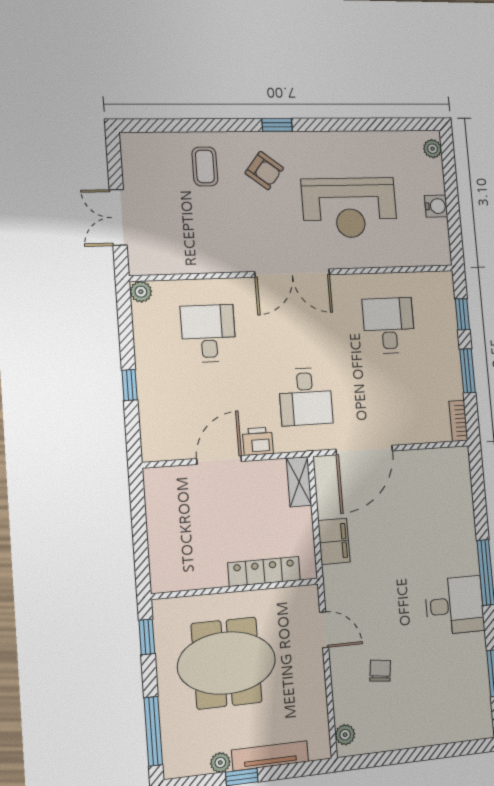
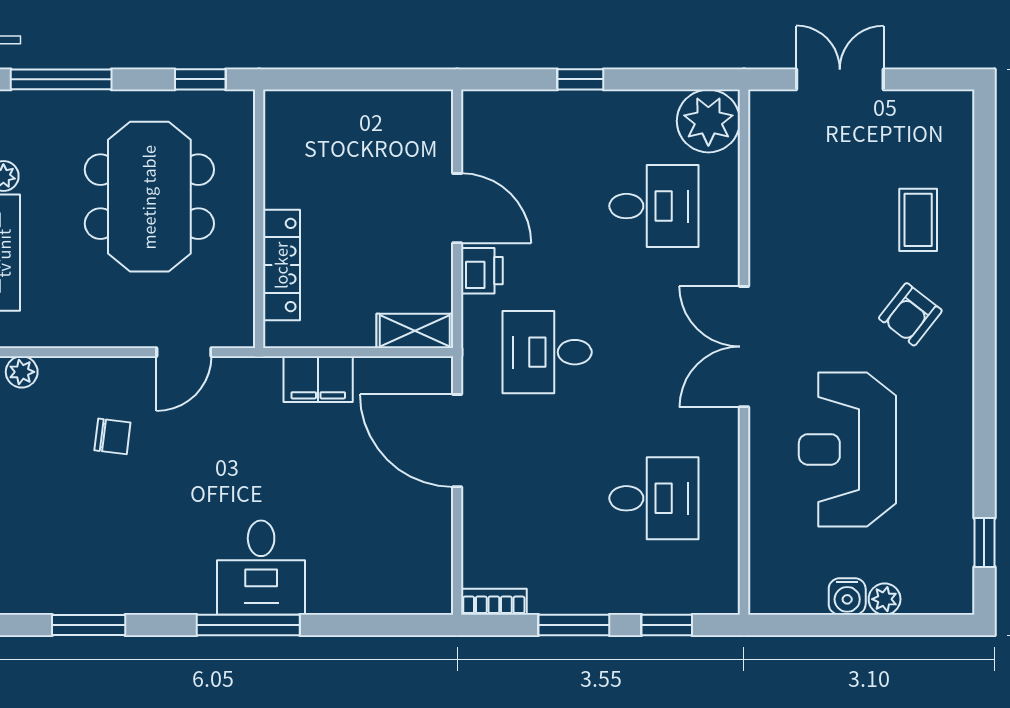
window: (277, 125) -> (984, 542), moved
plant: (433, 149) -> (885, 599), moved
coffee table: (205, 166) -> (918, 220), turned 90
plant: (141, 292) -> (708, 121), width x1.88, depth x1.88
desk: (455, 605) -> (261, 568), moved

